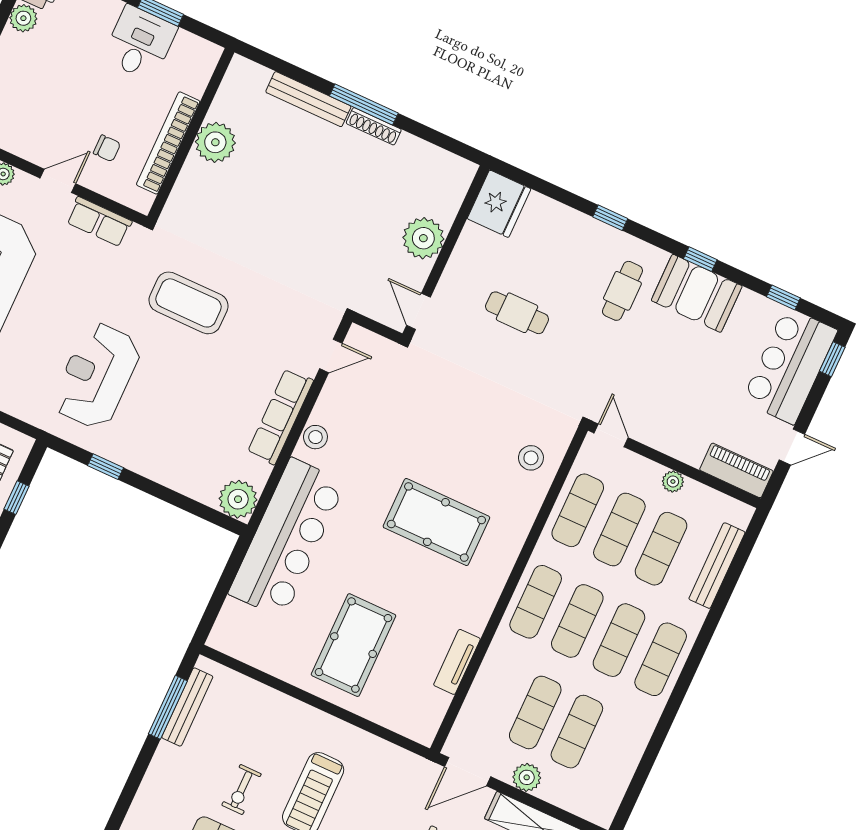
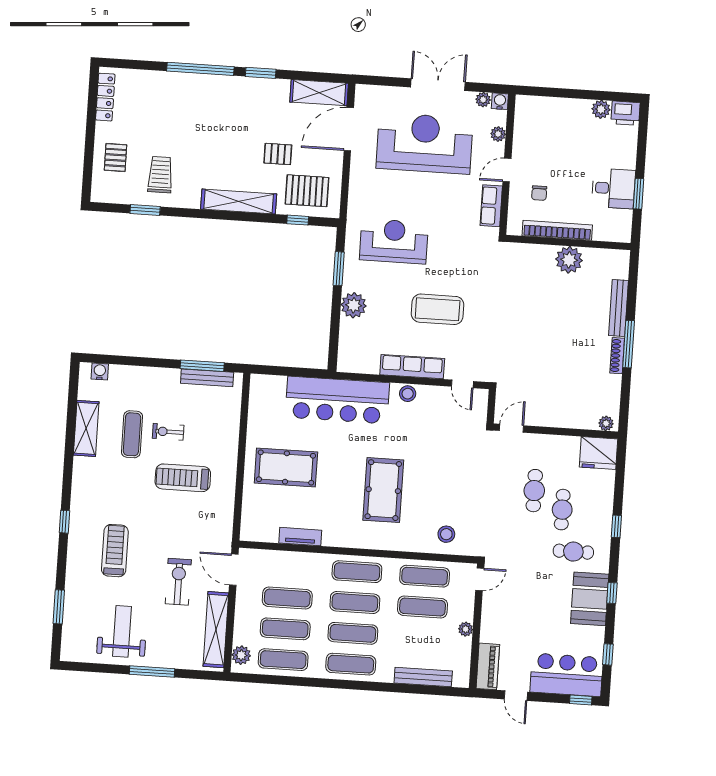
door: (58, 181) -> (507, 170), swing flipped
plant: (423, 238) -> (606, 423), moved, width x0.53, depth x0.53
cafe table: (558, 284) -> (562, 510), added
coffee table: (189, 303) -> (438, 309), moved, turned 90
window: (105, 467) -> (339, 269), width x1.50
plant: (238, 499) -> (354, 305), moved
exercise mat: (661, 549) -> (283, 660), moved
plant: (527, 777) -> (241, 655), moved

